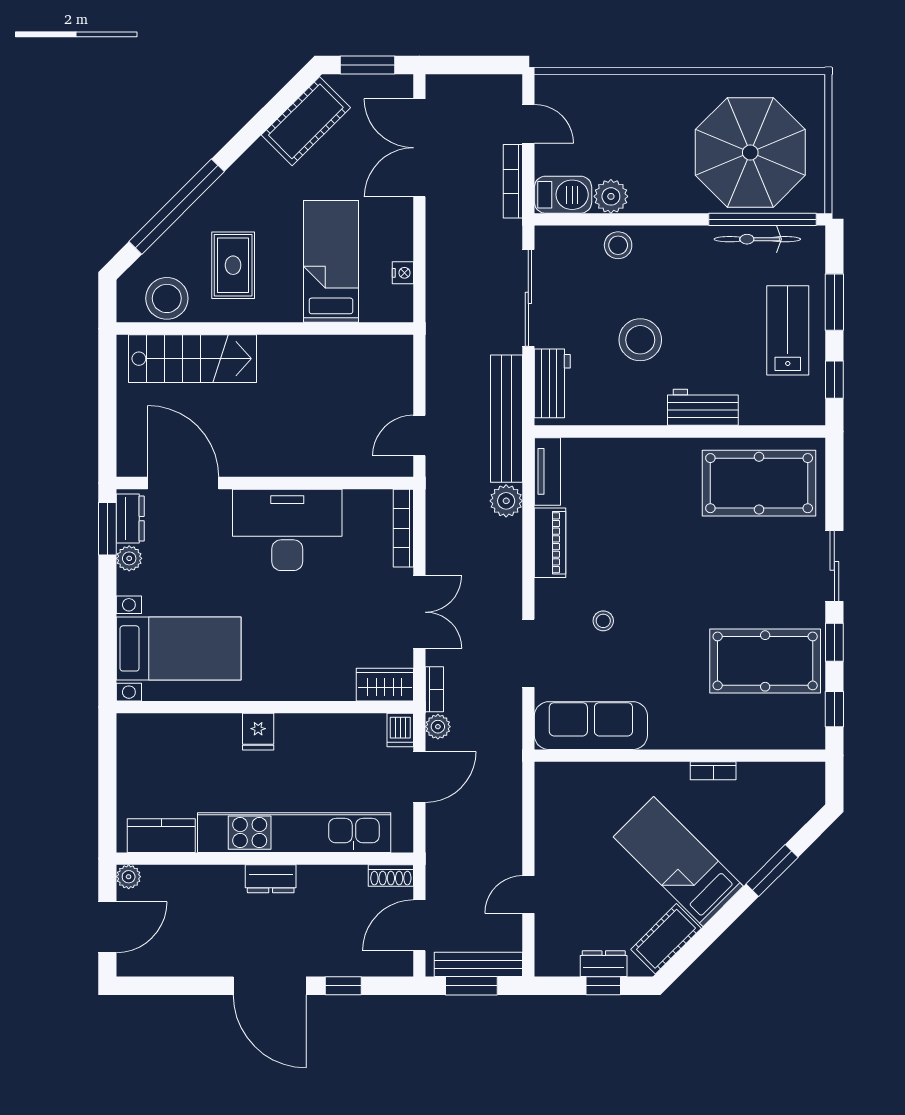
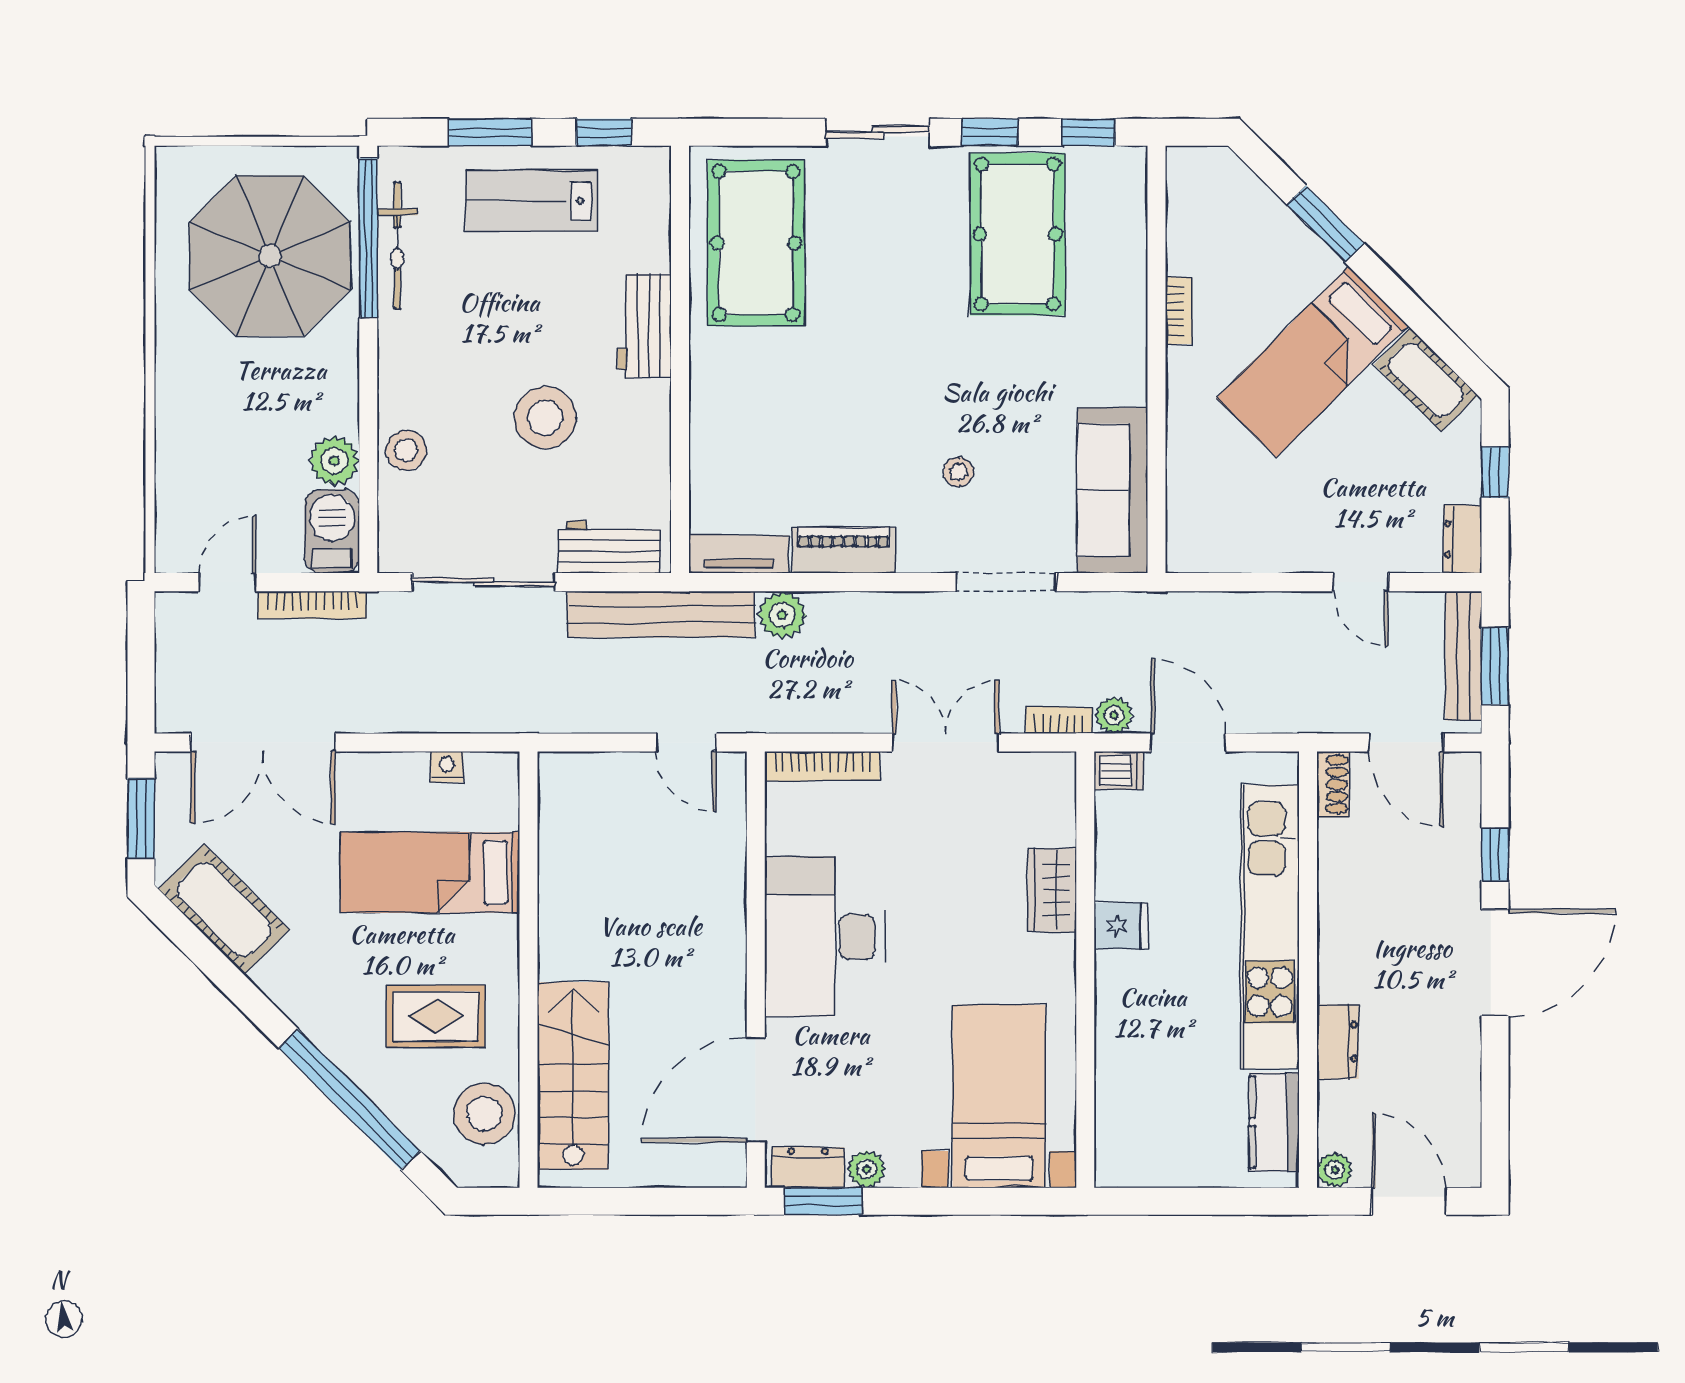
wardrobe: (385, 685) -> (1052, 890), moved
fridge: (258, 732) -> (1121, 926), moved
dresser: (271, 879) -> (1338, 1042), moved
dresser: (604, 964) -> (1462, 539), moved

